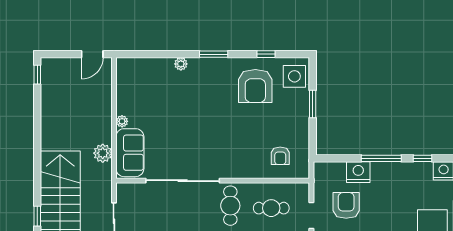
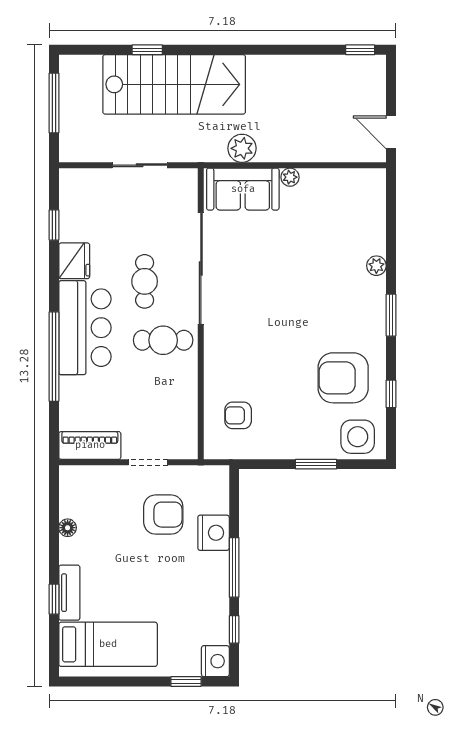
cafe table: (271, 208) -> (145, 281), moved

